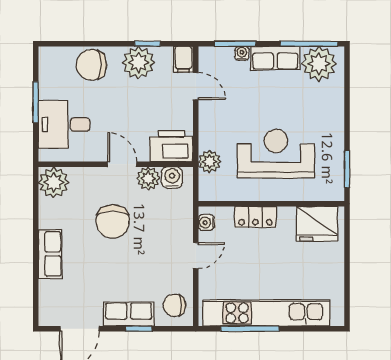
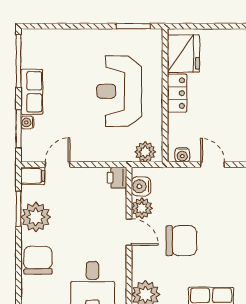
window: (147, 44) -> (19, 209), width x1.50
plant: (319, 64) -> (37, 52), removed
chair: (91, 65) -> (38, 260), turned 180
printer: (171, 146) -> (117, 178), width x0.53, depth x0.68
plant: (210, 162) -> (145, 152), moved
door: (122, 164) -> (129, 232), swing flipped
locker: (255, 217) -> (177, 93), moved

